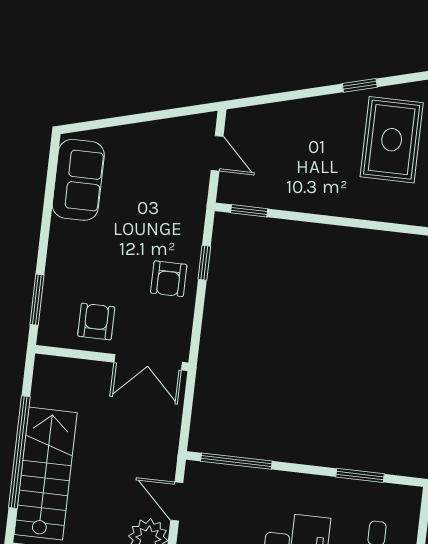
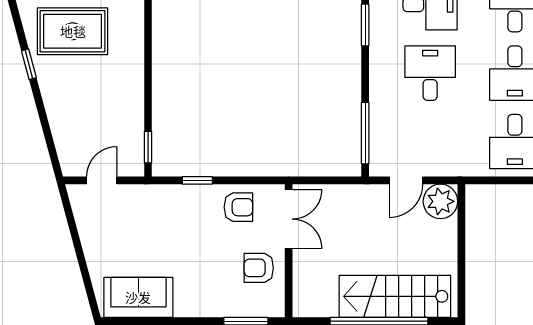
armchair: (169, 279) -> (238, 207), moved

